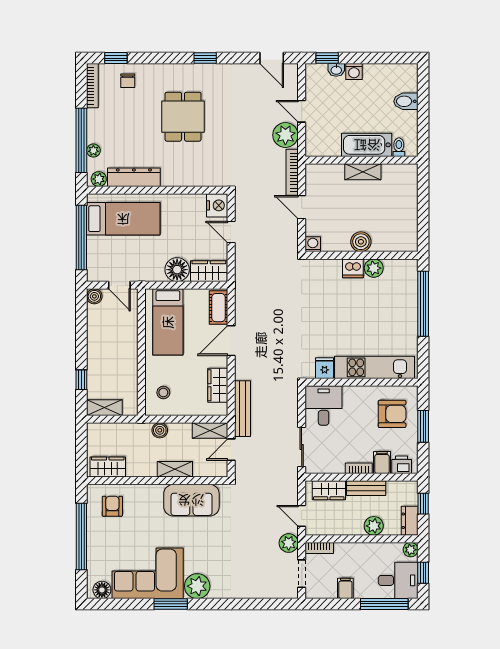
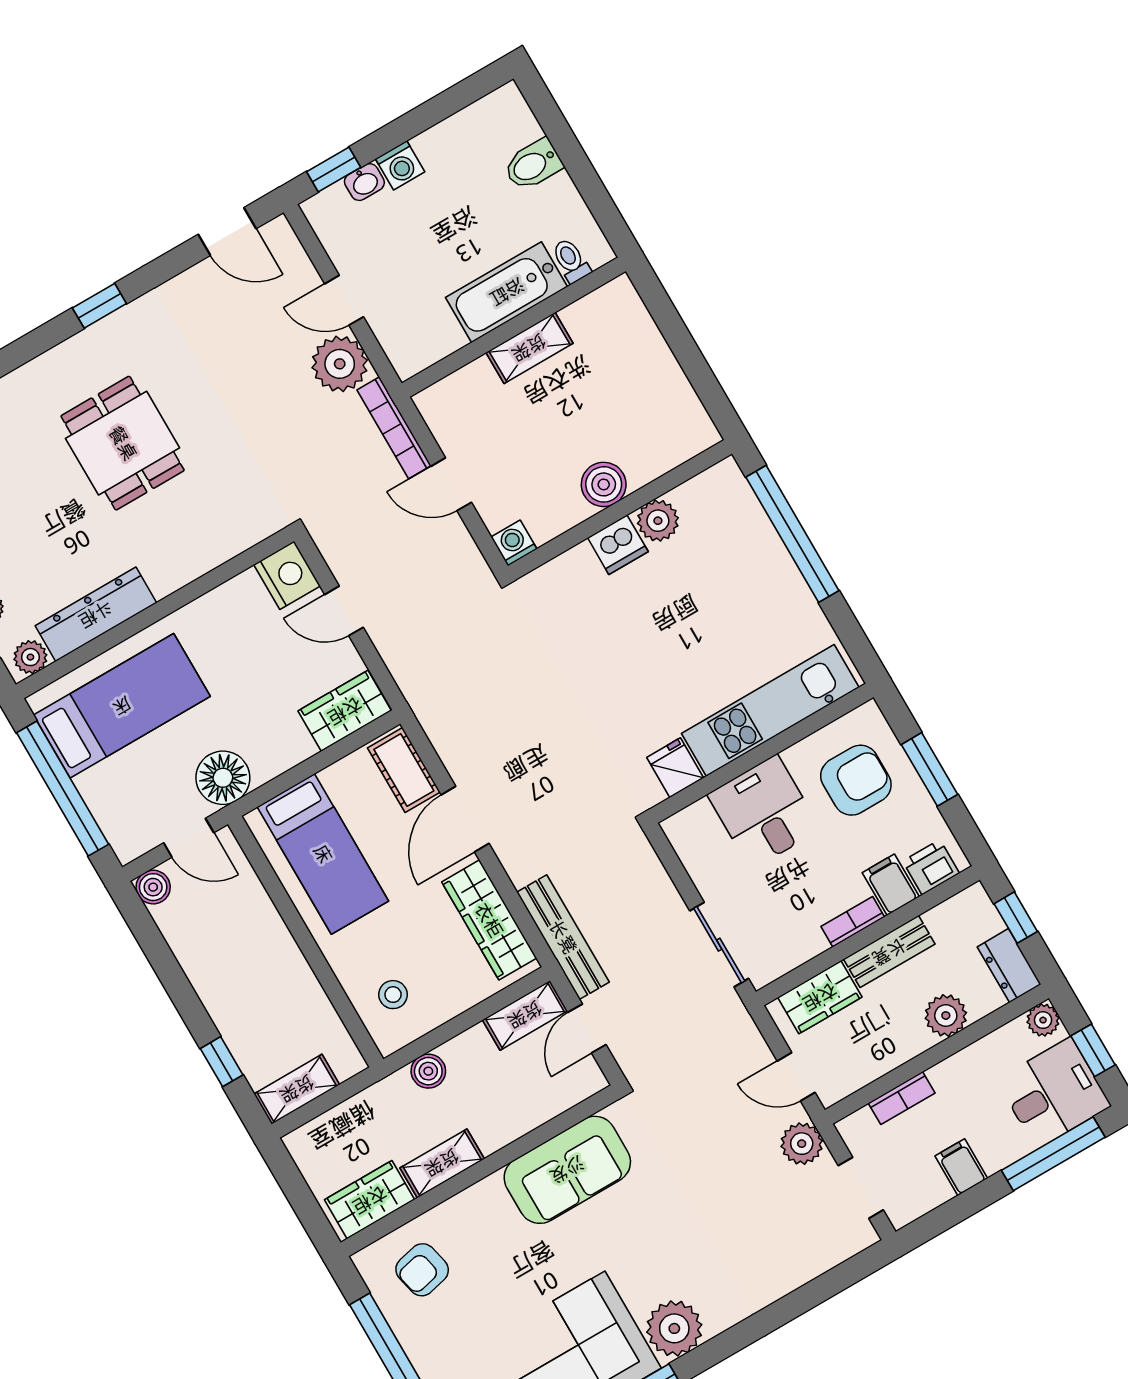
floor lamp: (177, 270) -> (223, 778), moved
wardrobe: (218, 385) -> (489, 920), width x1.50
desk: (324, 405) -> (764, 812), moved
shelving: (175, 469) -> (442, 1163), moved
armchair: (112, 506) -> (422, 1270), turned -103
bookcase: (319, 548) -> (902, 1098), moved

